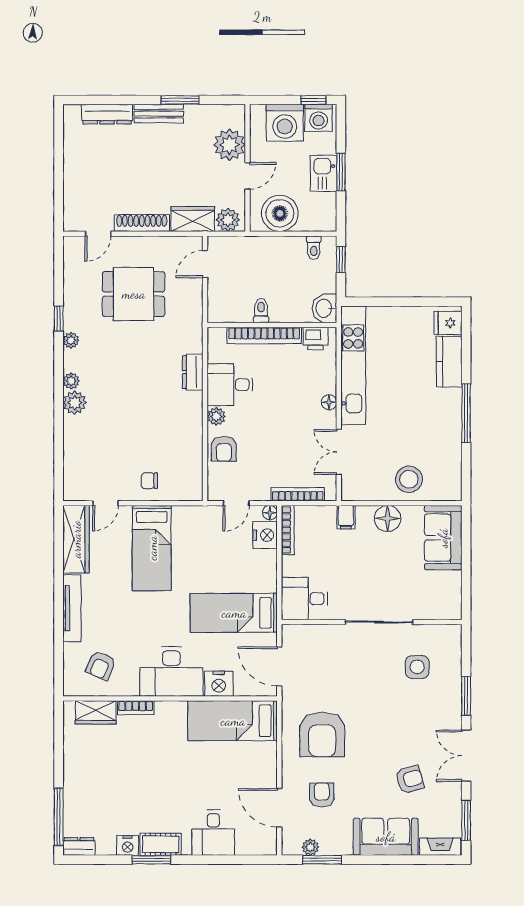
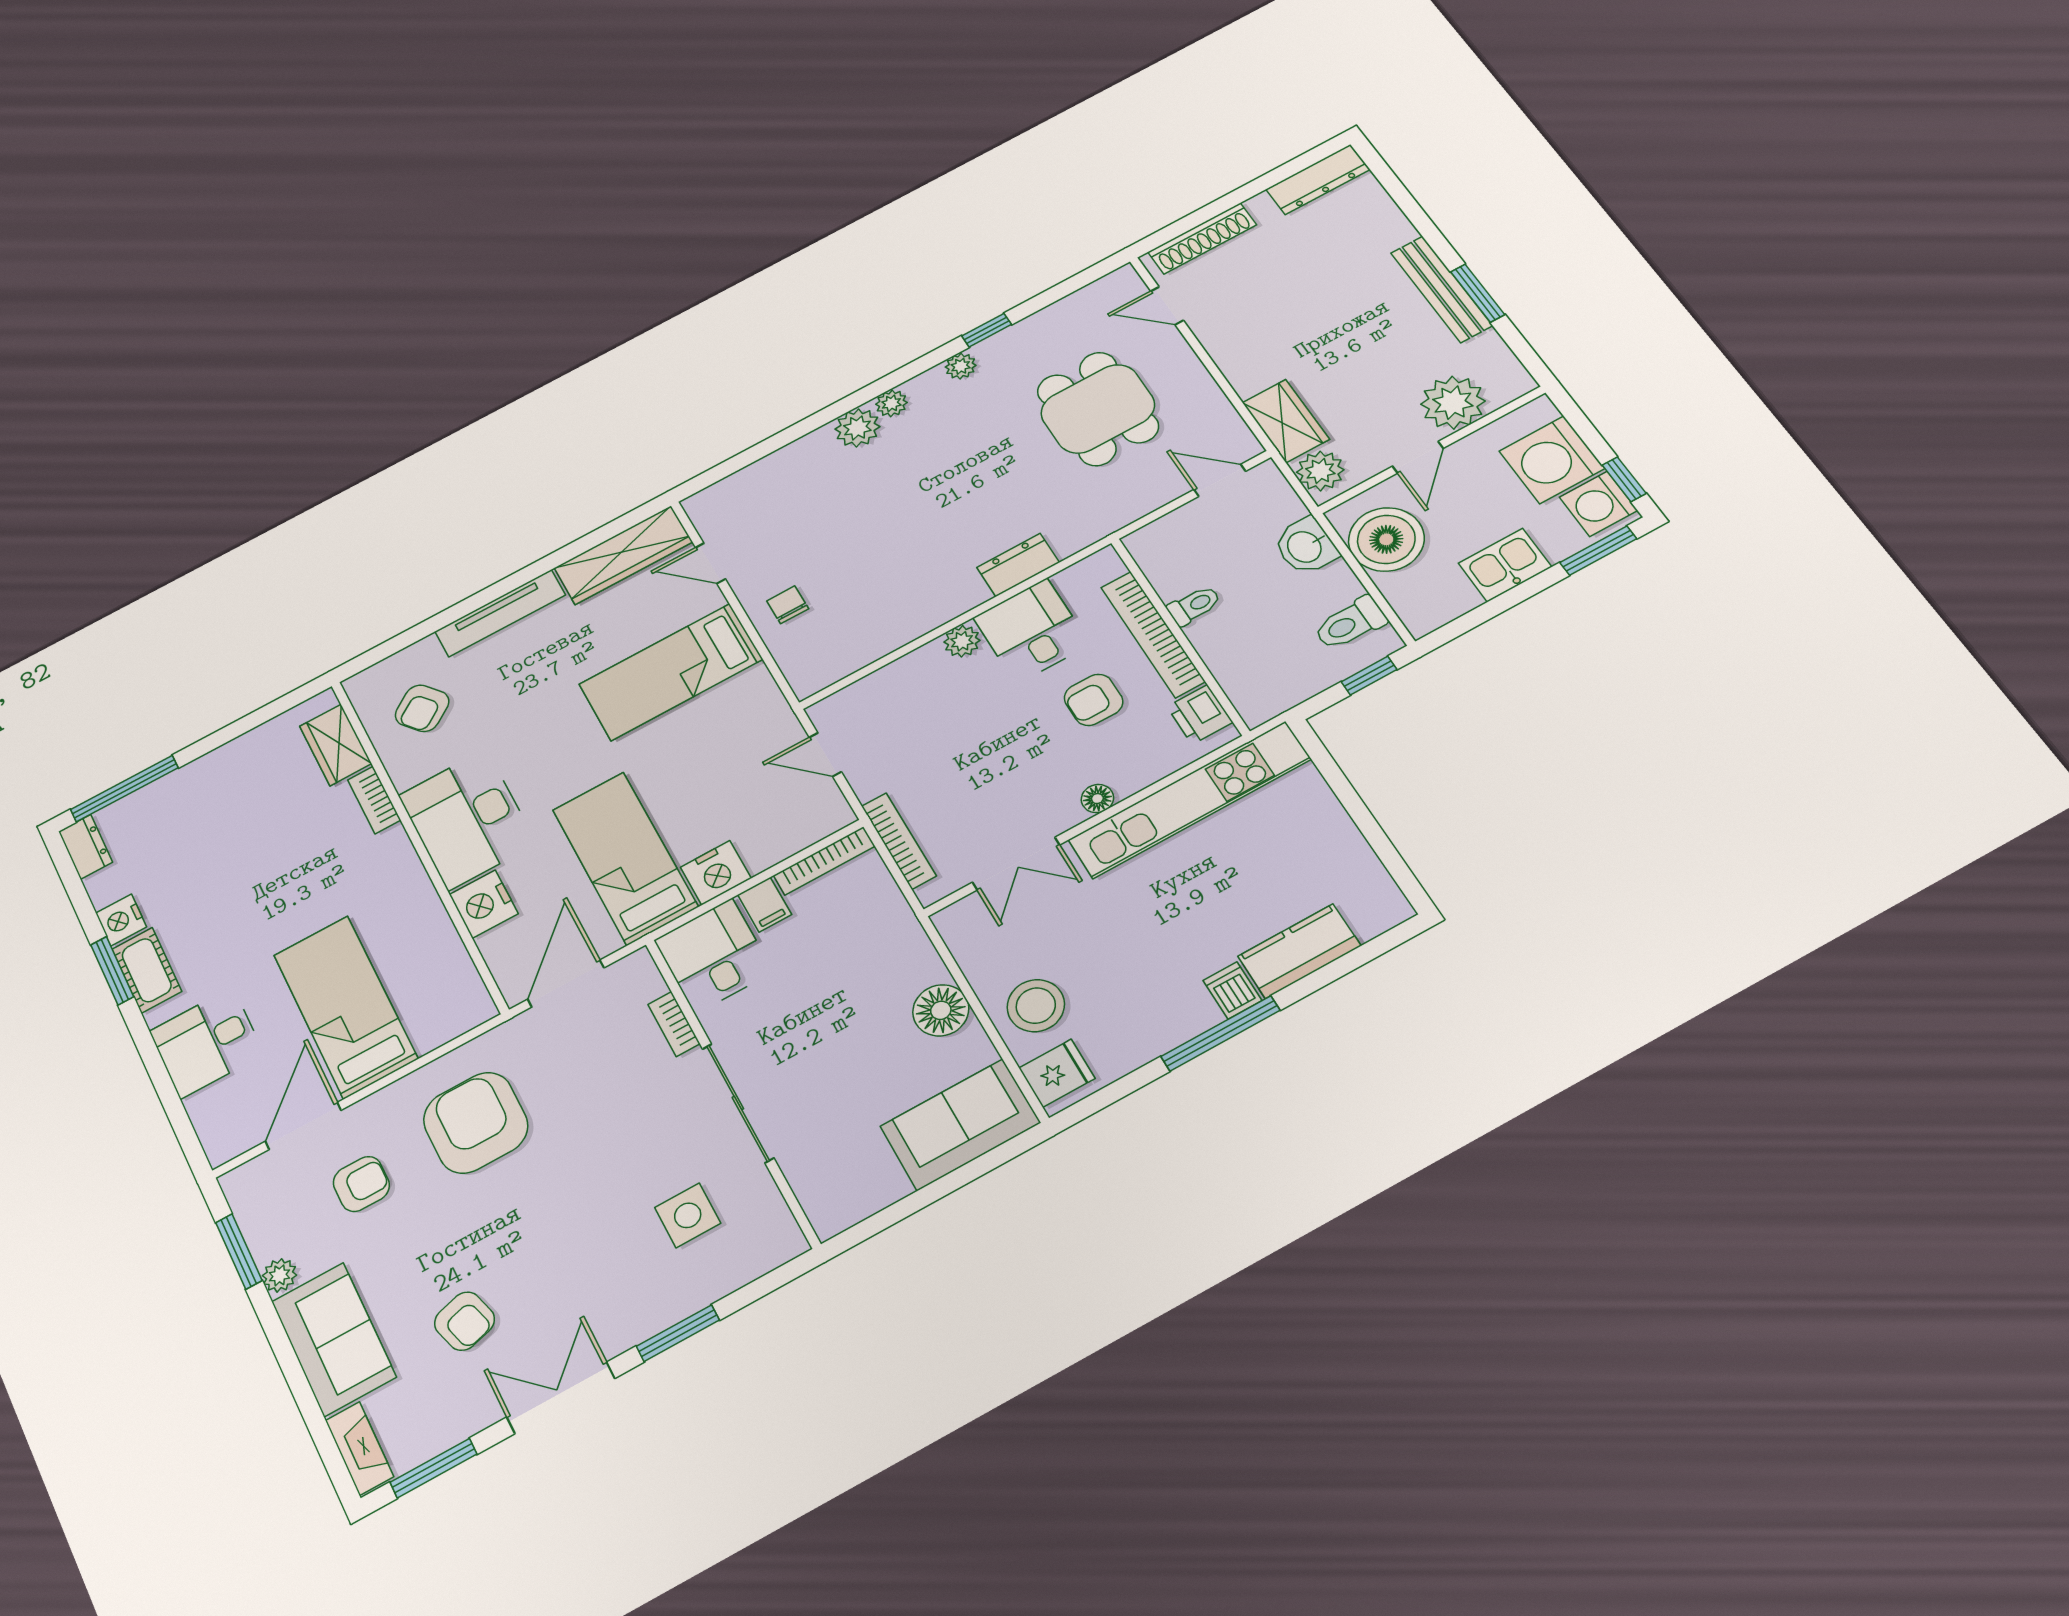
dresser: (107, 114) -> (1318, 179), moved, turned -90
bench: (159, 114) -> (1441, 289), width x1.36
window: (341, 172) -> (1598, 551), moved
door: (248, 176) -> (1418, 457), hinge flipped
shoe rack: (142, 223) -> (1202, 238), moved, turned 90
toilet: (314, 248) -> (1350, 623), width x1.37, depth x1.39
washbasin: (324, 308) -> (1306, 546), moved, turned -90
fridge: (448, 323) -> (1057, 1073), moved, turned 90
dishwasher: (450, 398) -> (1232, 990), added
armchair: (224, 449) -> (1094, 700), moved
double door: (339, 452) -> (1016, 864), swing flipped
floor lamp: (270, 513) -> (839, 816), removed
filing cabinet: (346, 517) -> (765, 905), moved, turned -90
nightstand: (265, 535) -> (716, 873), moved
bookcase: (327, 631) -> (674, 1024), added
armchair: (101, 666) -> (422, 708), turned -61
bed: (233, 721) -> (345, 1007), moved
armchair: (322, 734) -> (476, 1123), turned 90
plant: (310, 847) -> (279, 1275), moved

